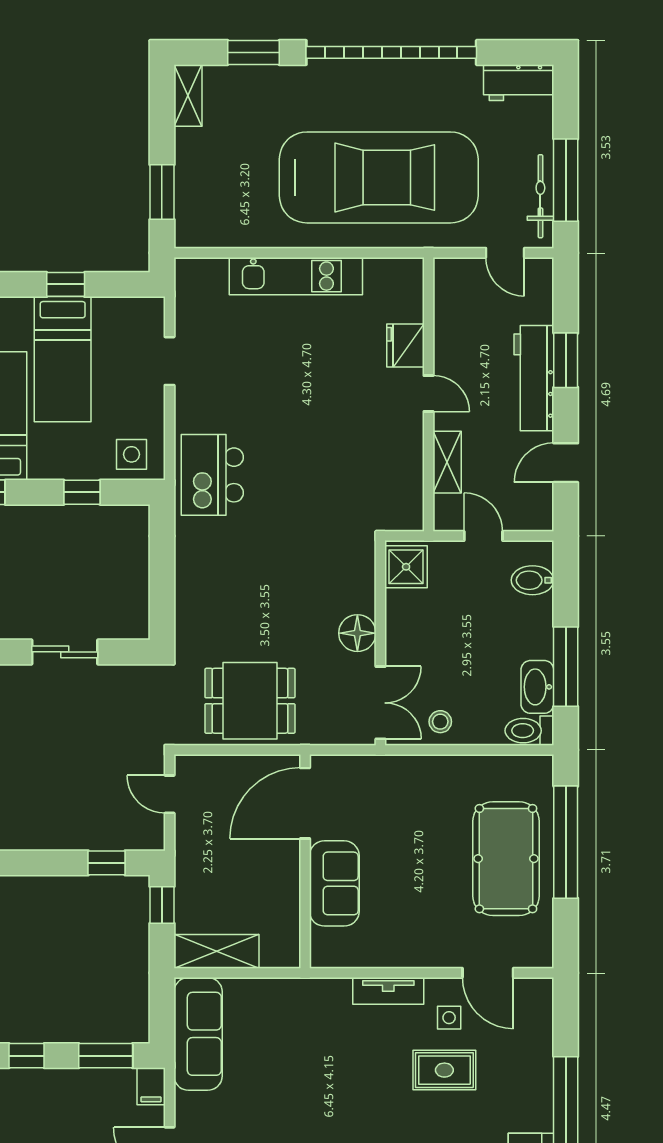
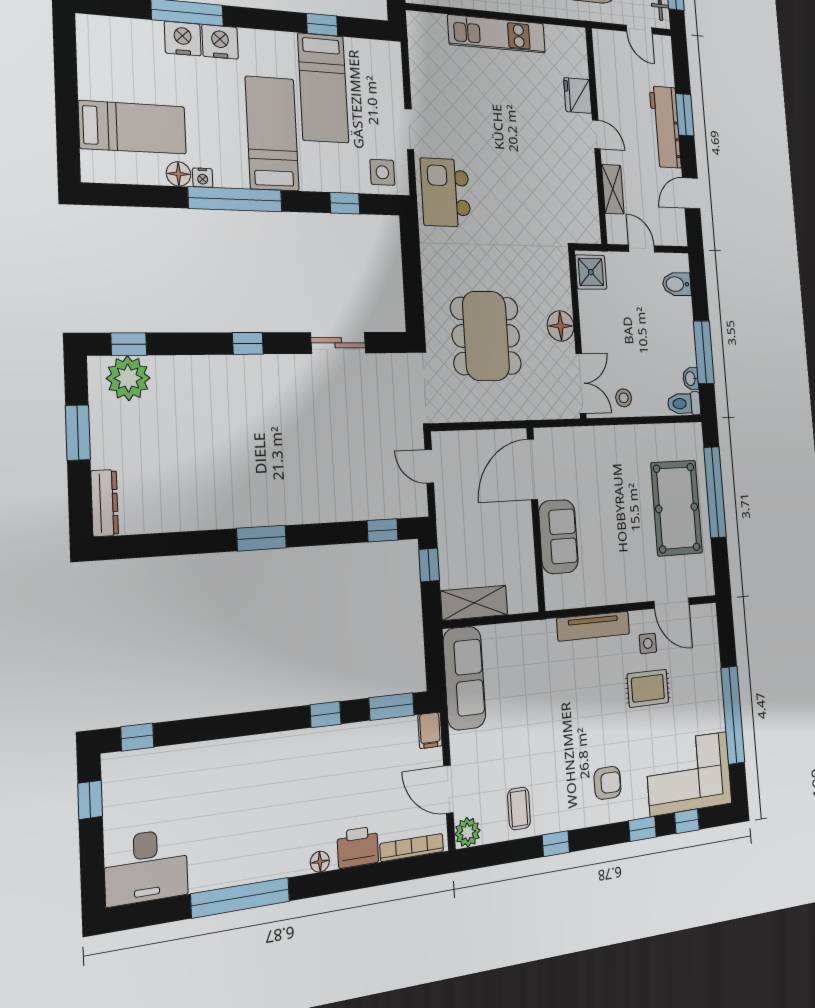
doorway: (170, 361) -> (409, 129), moved
washbasin: (537, 687) -> (691, 379), width x0.52, depth x0.69
dining table: (250, 701) -> (486, 336), moved, width x1.37
tv unit: (388, 991) -> (593, 626), width x1.41

